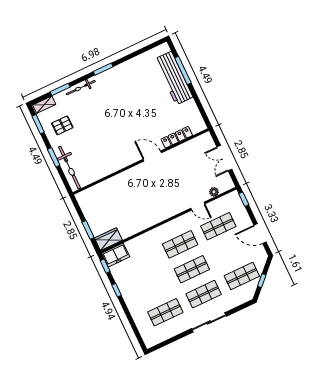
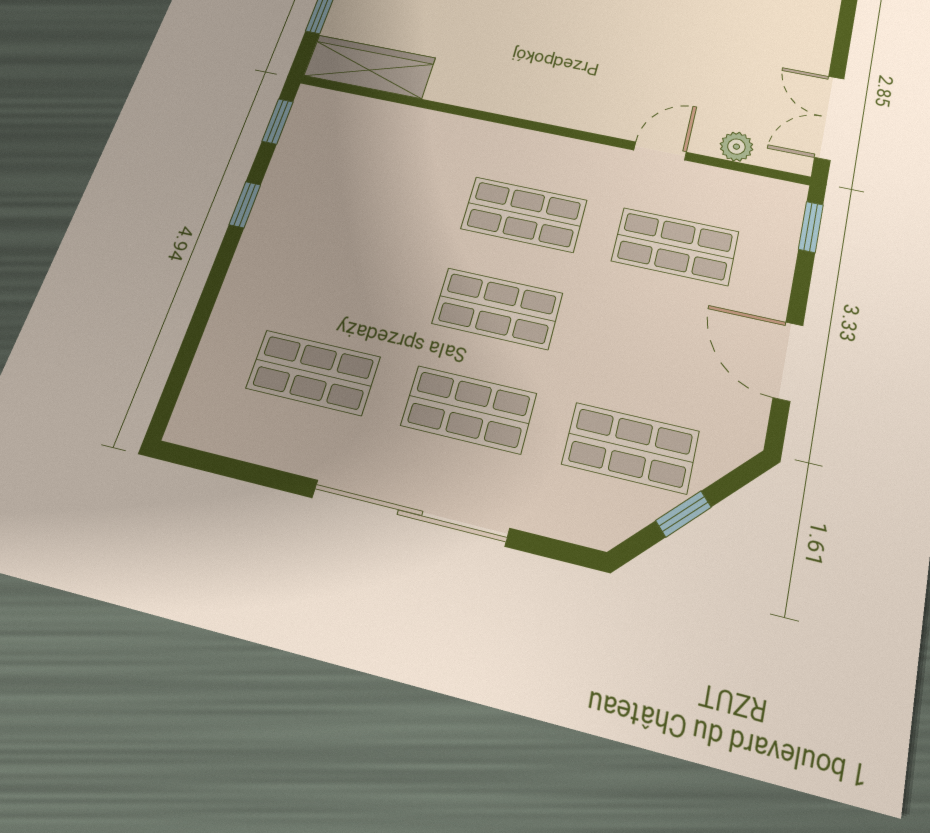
double door: (224, 158) -> (829, 118), moved
door: (198, 206) -> (660, 151), swing flipped
wardrobe: (108, 239) -> (370, 67), width x1.50
freezer: (116, 255) -> (330, 114), removed
sliding door: (209, 322) -> (410, 513), width x1.36

